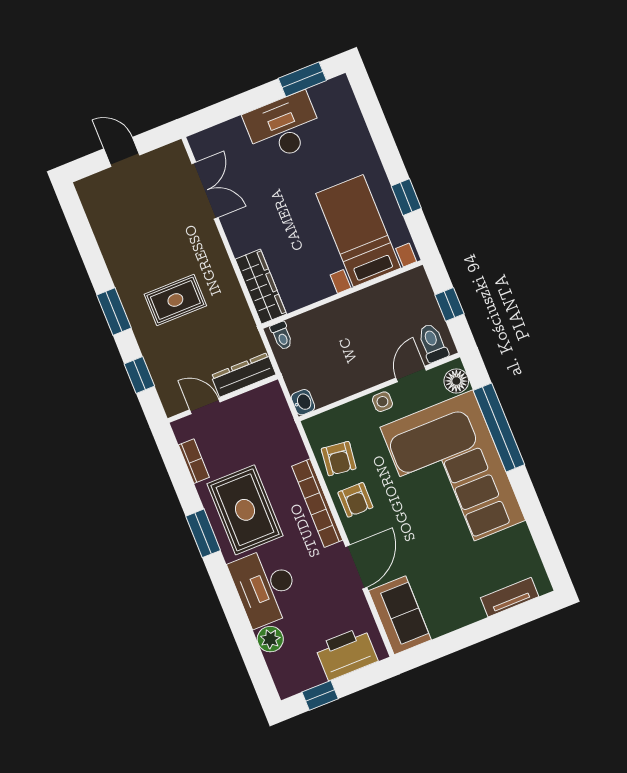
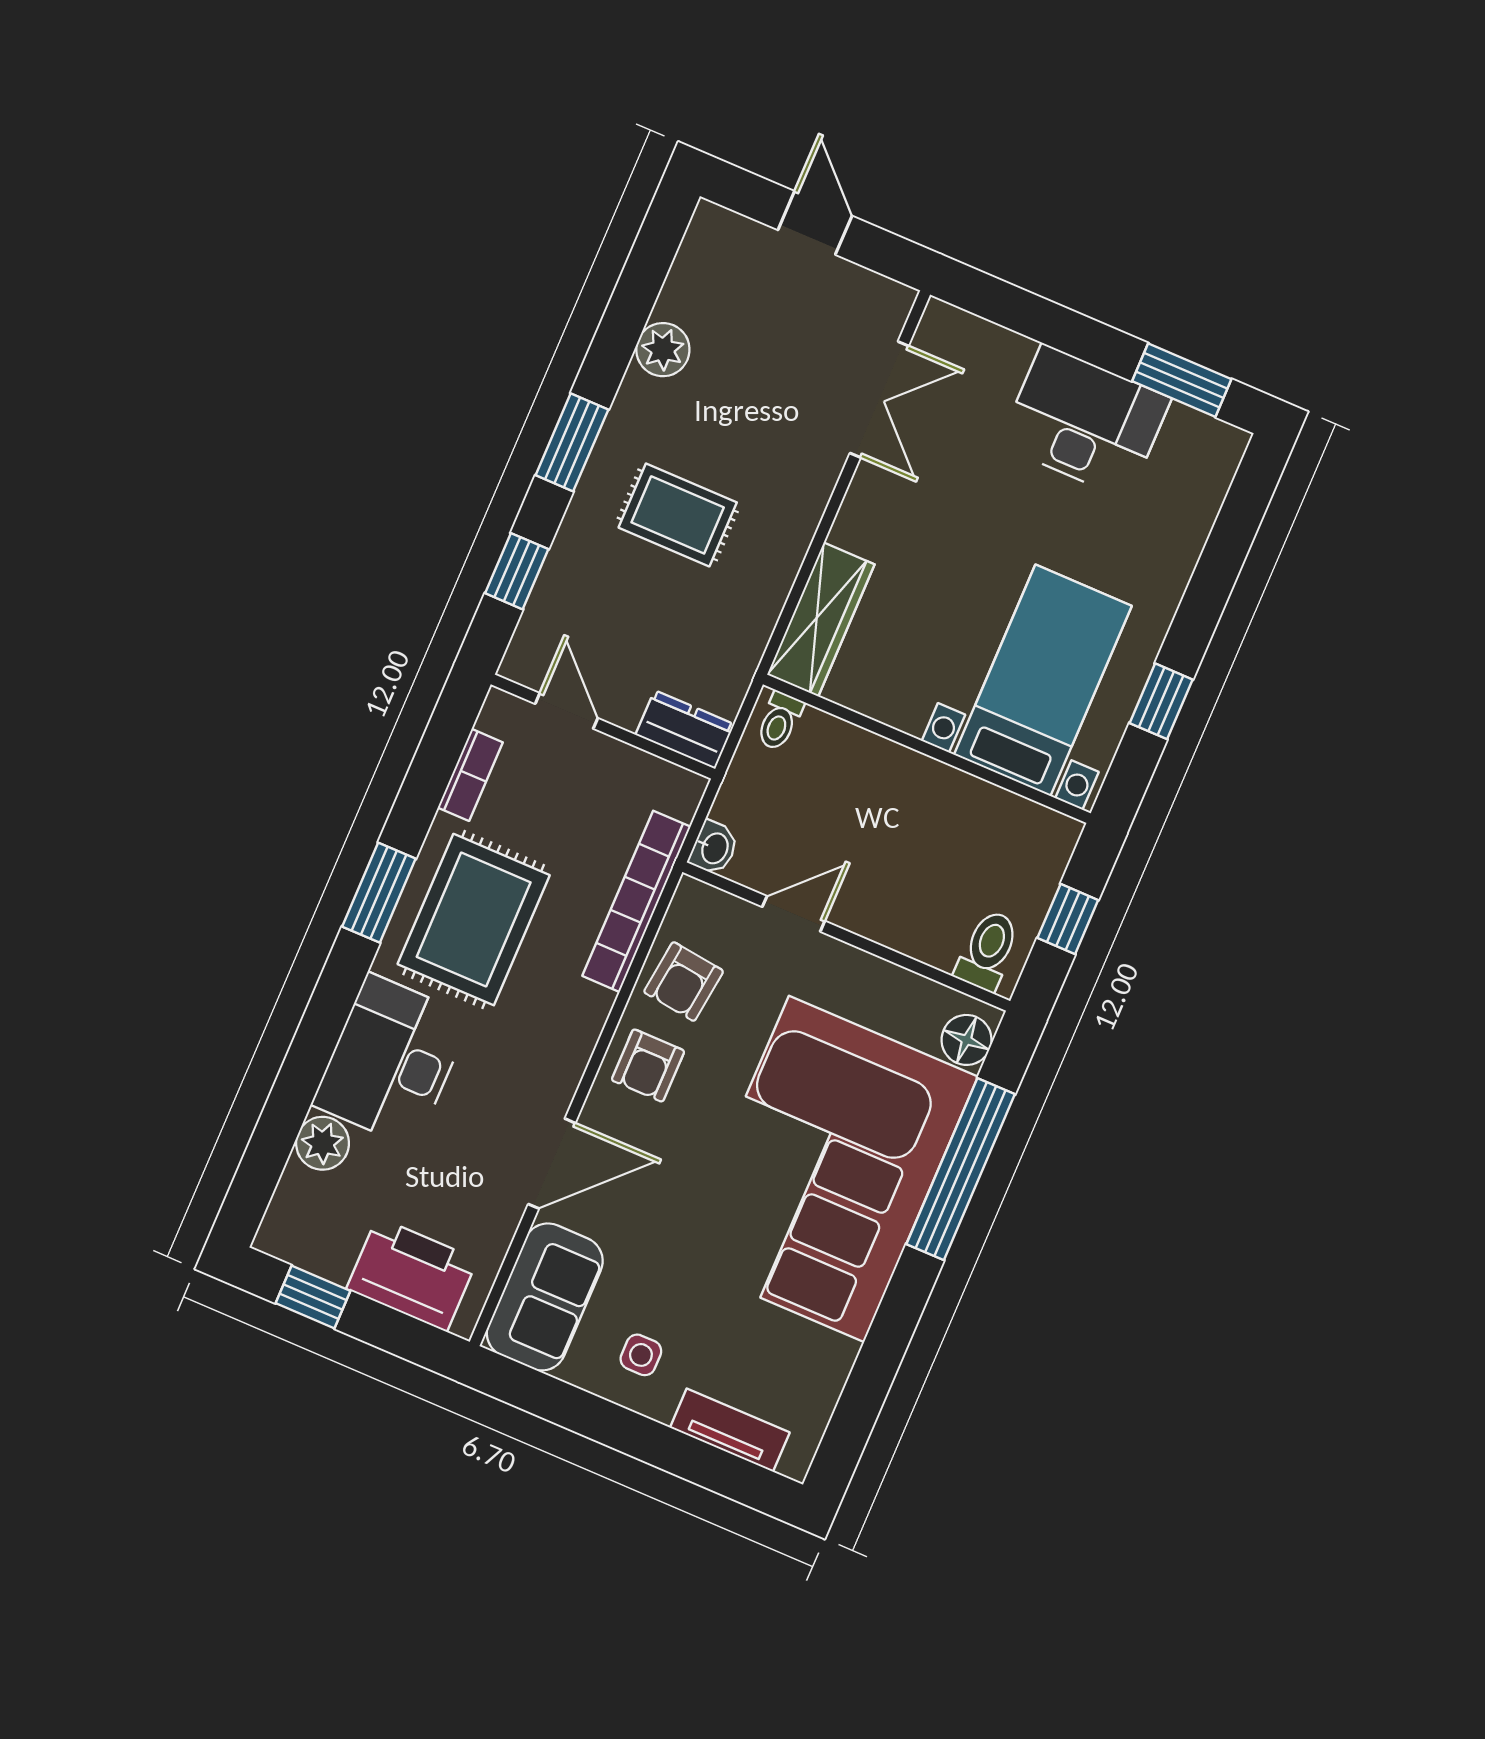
plant: (113, 248) -> (663, 350), added
door: (411, 374) -> (794, 914), moved
dresser: (243, 375) -> (685, 730), width x0.70
side table: (382, 402) -> (641, 1355), moved
bookcase: (317, 503) -> (636, 901), moved

